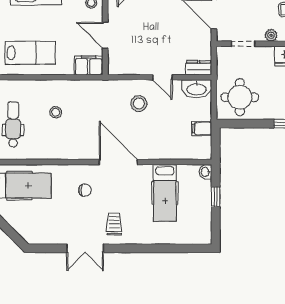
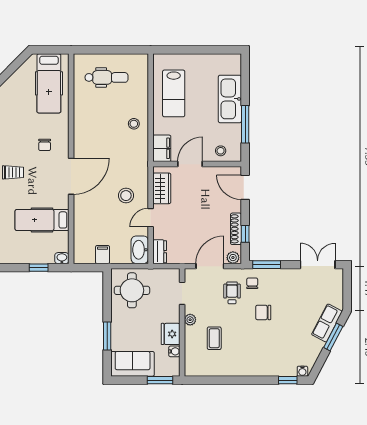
wardrobe: (131, 65) -> (162, 188), added
stool: (56, 112) -> (134, 124), moved

